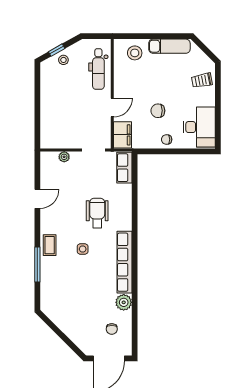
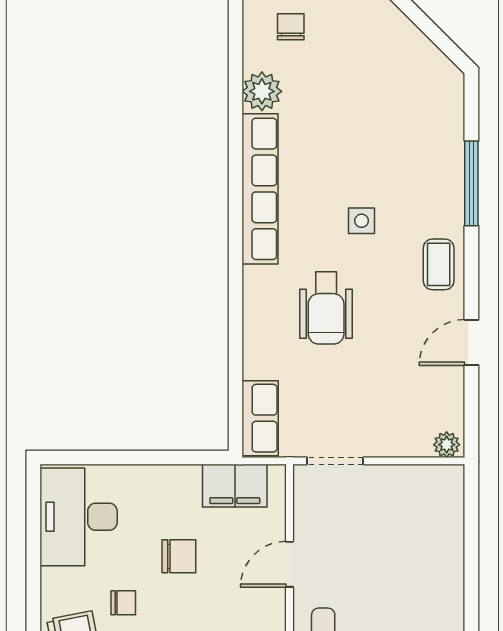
filing cabinet: (123, 135) -> (235, 486), moved, turned -90
chair: (167, 139) -> (123, 603), moved
plant: (64, 157) -> (447, 445), moved
coffee table: (50, 245) -> (439, 264), moved

